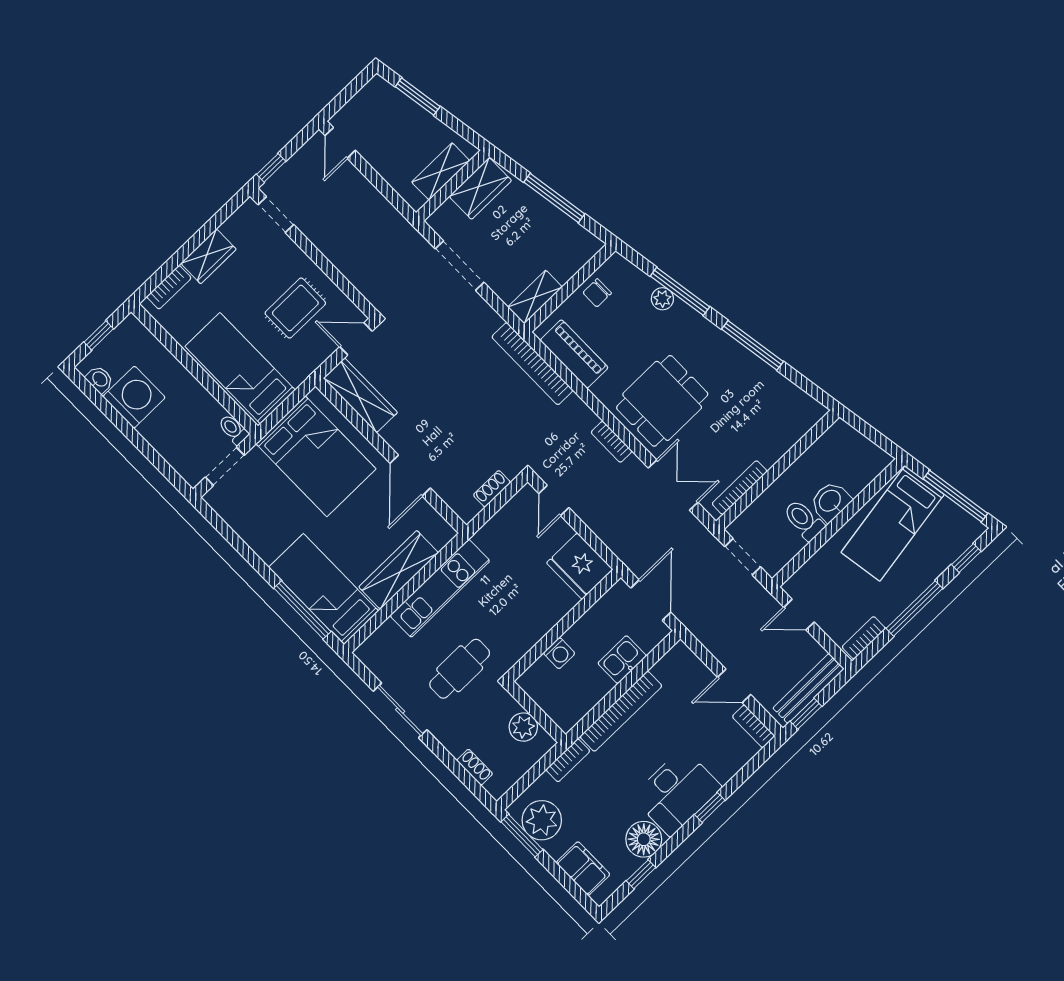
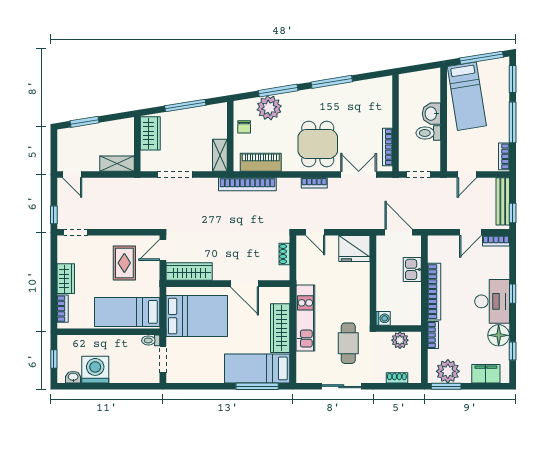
shelving: (441, 171) -> (117, 164), moved, turned 90
plant: (662, 299) -> (269, 108), width x1.87, depth x1.87
window: (966, 558) -> (513, 79), width x1.50
washing machine: (559, 653) -> (383, 318), moved

